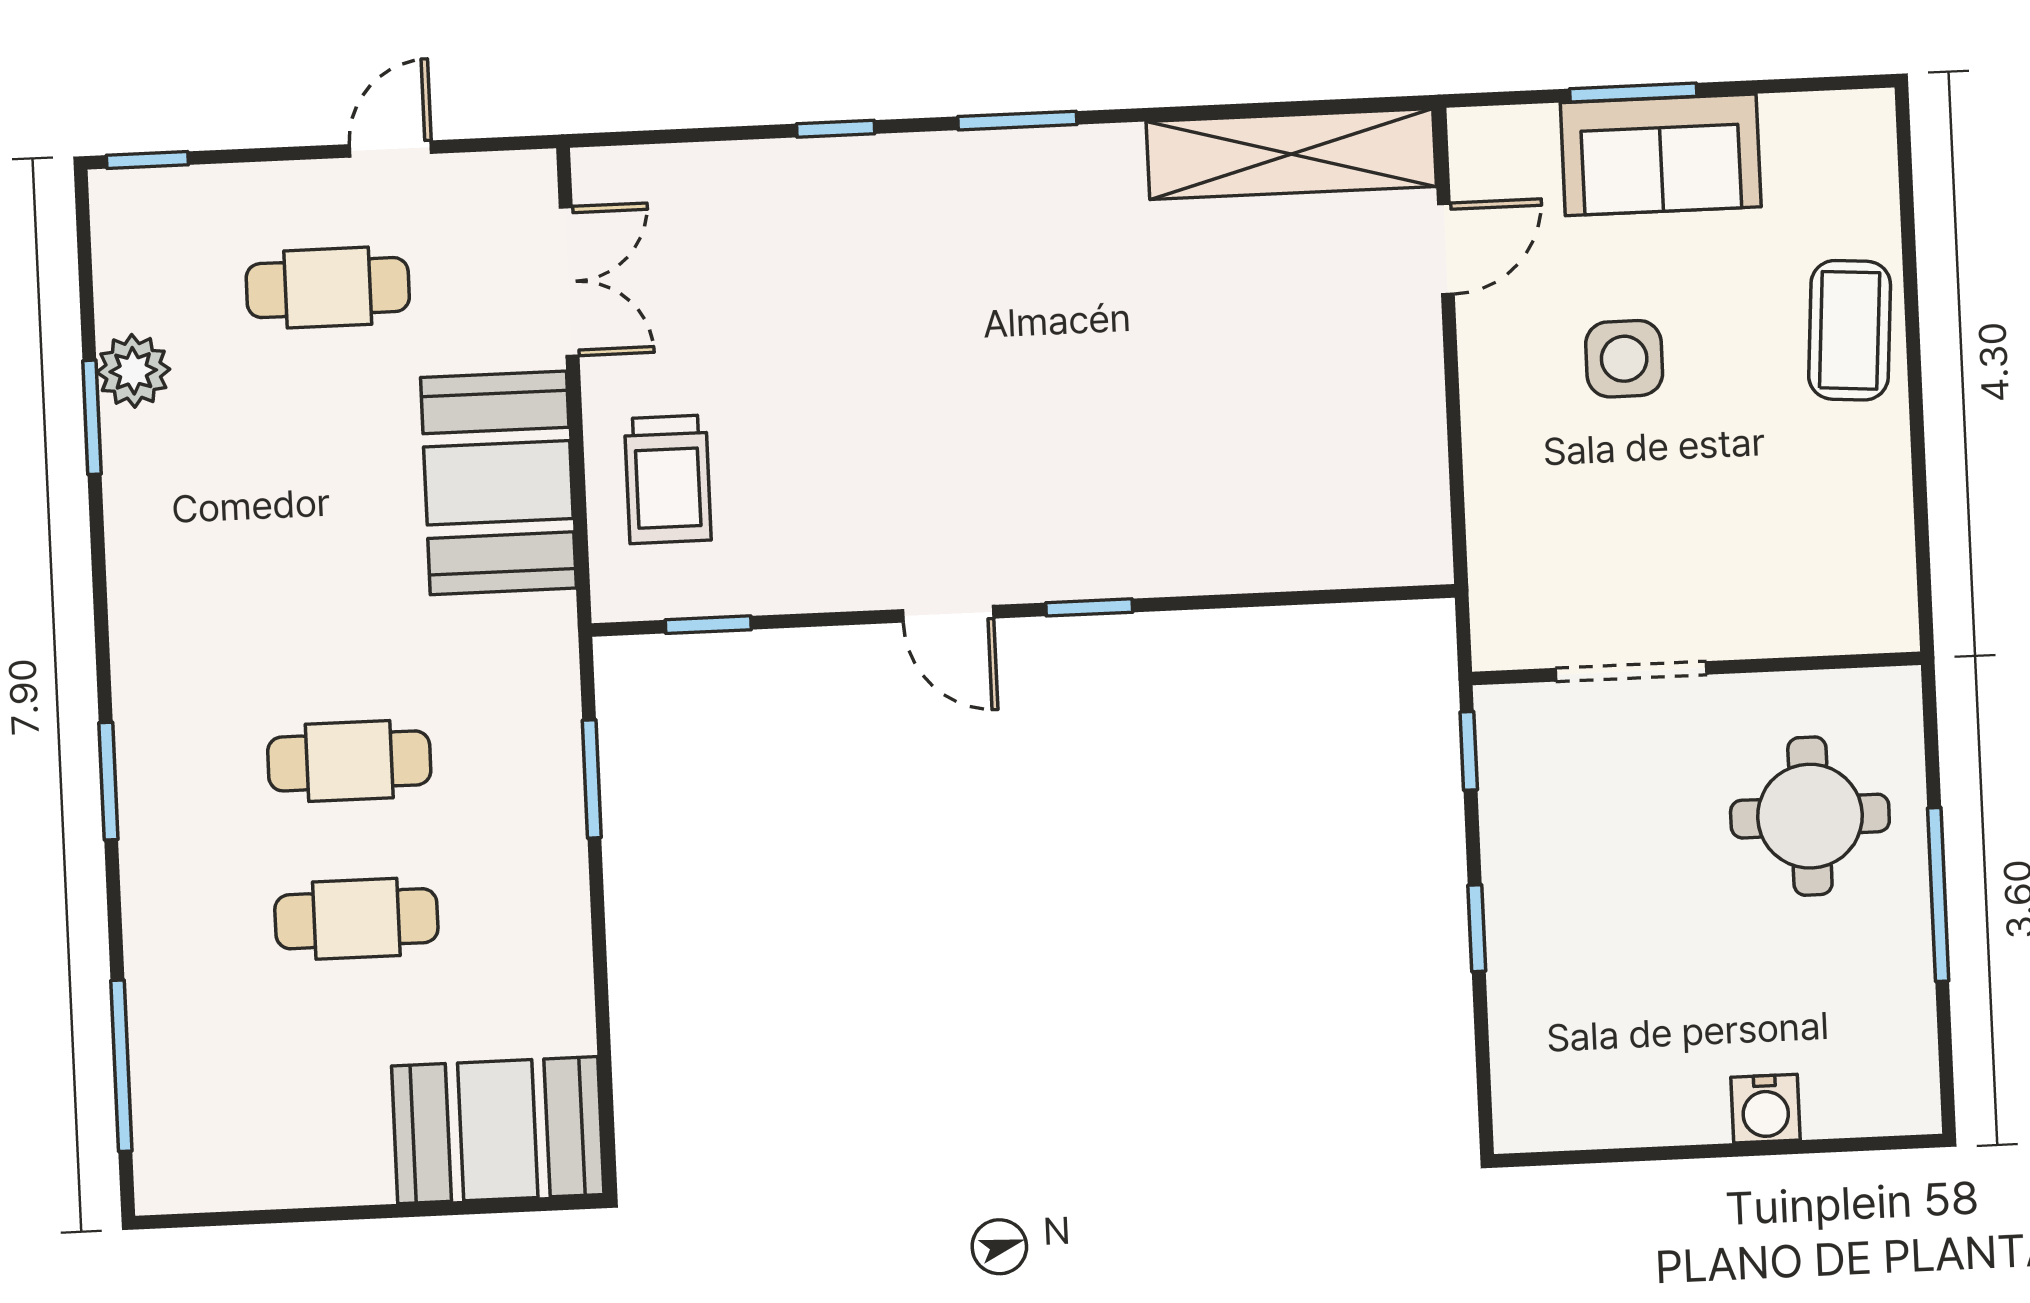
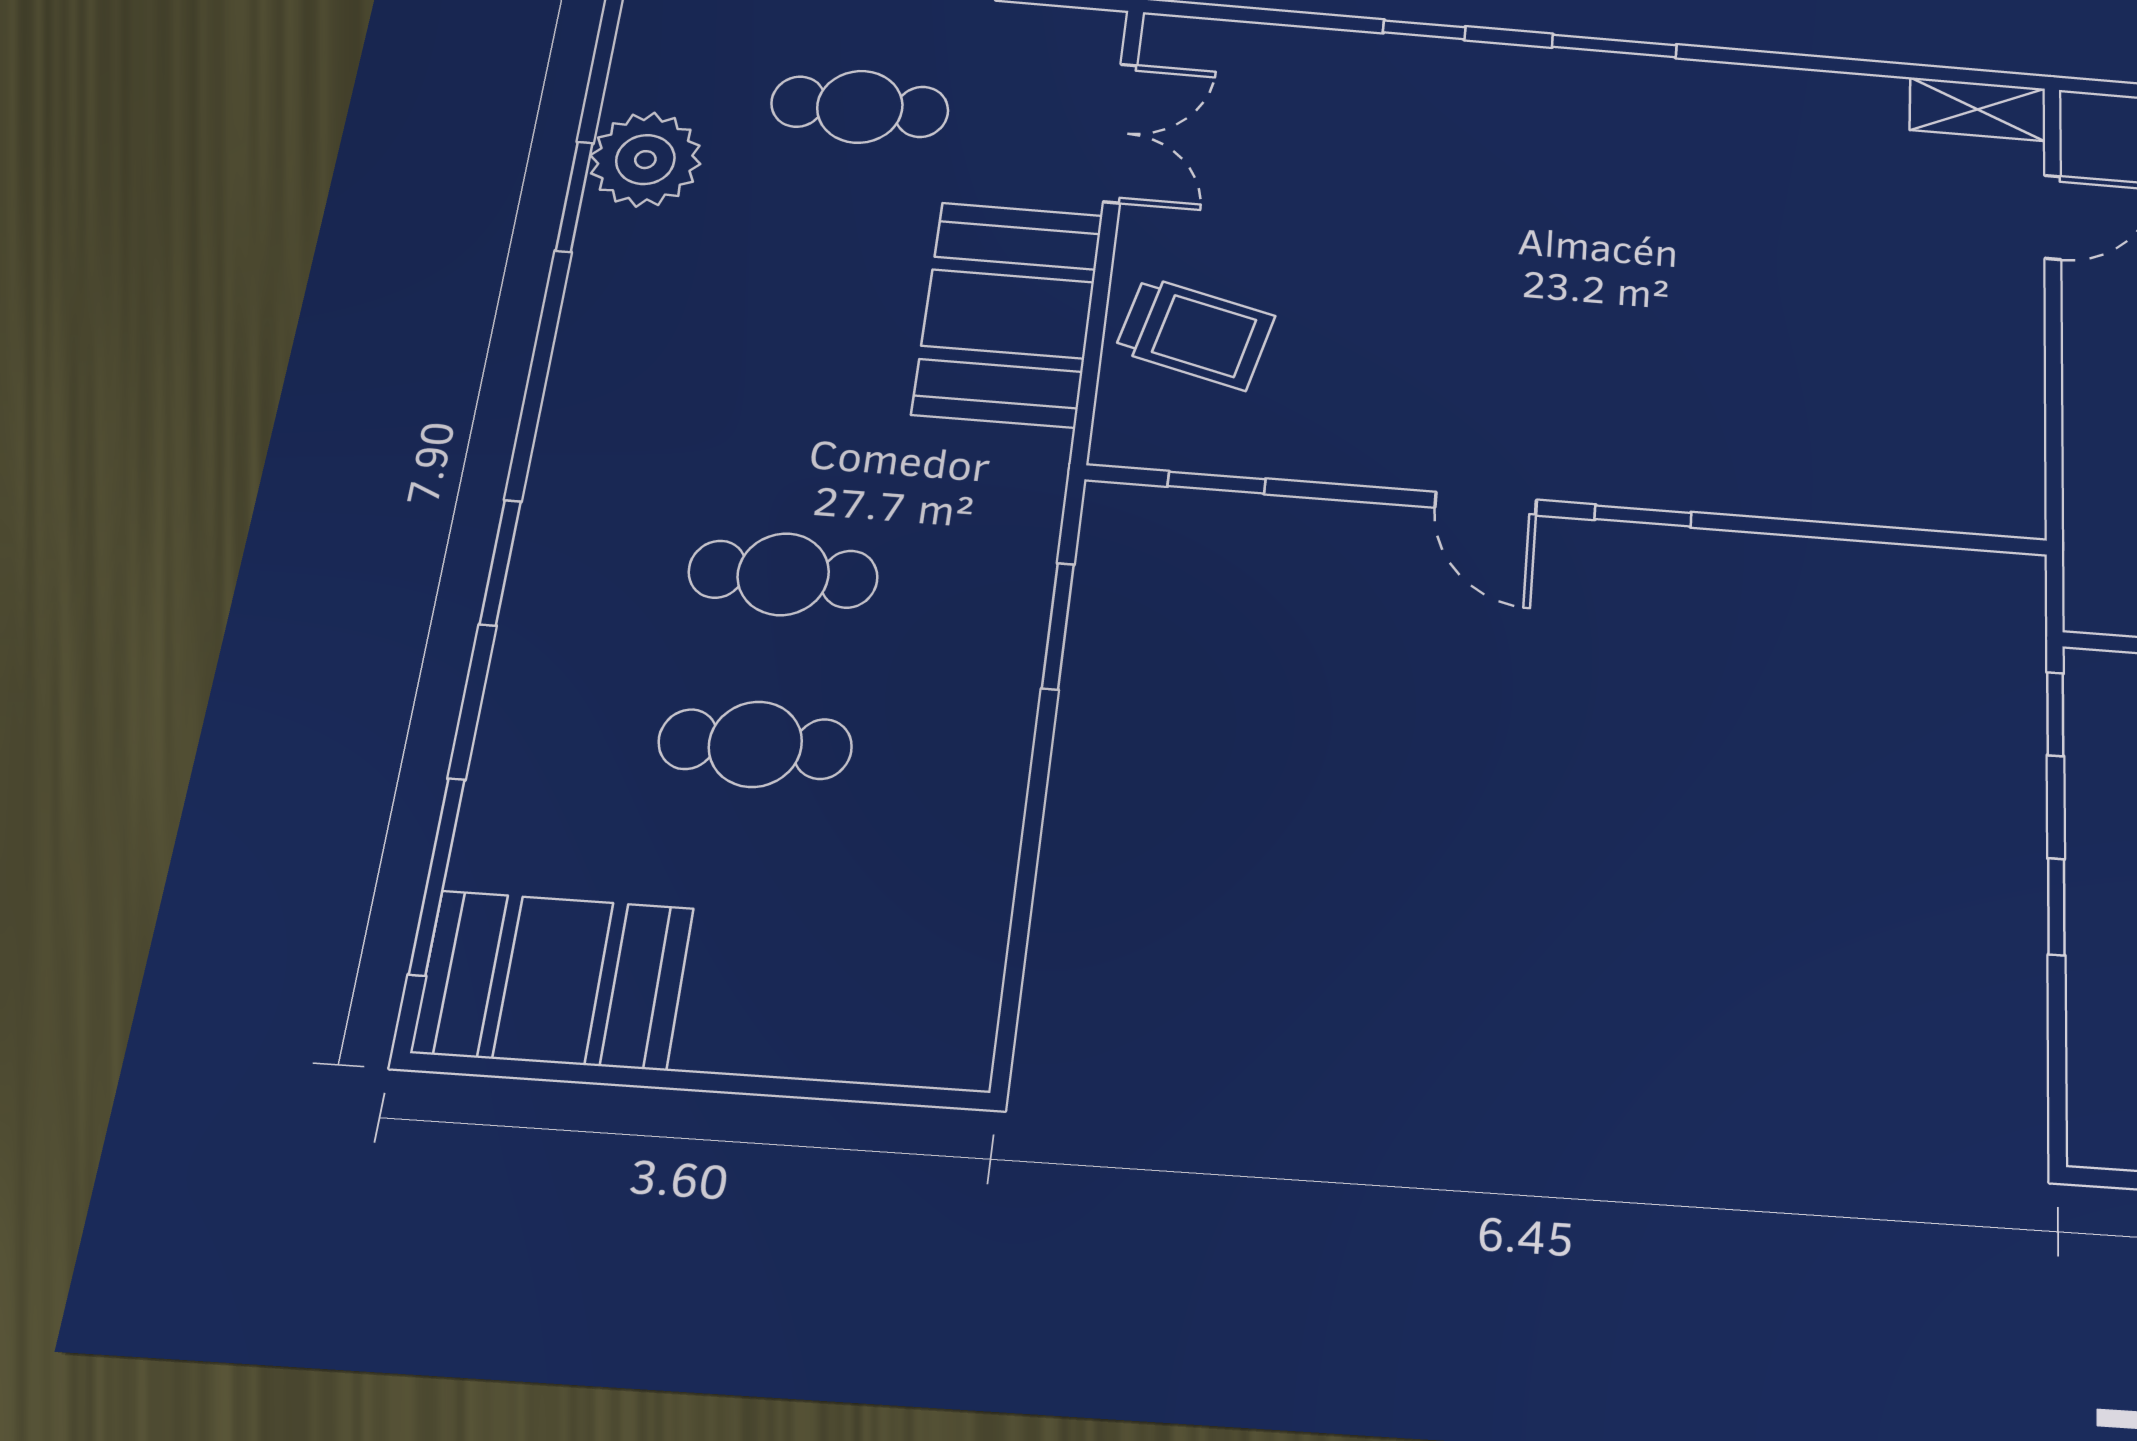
shelving: (1291, 154) -> (1978, 109), width x0.45, depth x0.75
plant: (133, 371) -> (645, 160), width x1.36, depth x1.36
trolley: (668, 479) -> (1195, 333), turned -76
booth: (498, 1130) -> (553, 980), moved

